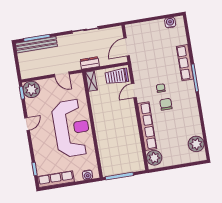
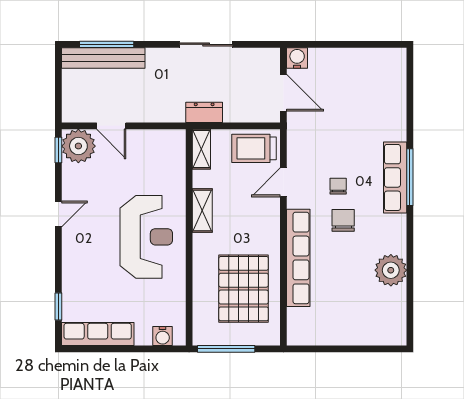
water cooler: (170, 23) -> (297, 58), moved
door: (127, 47) -> (283, 93), swing flipped
row of seats: (185, 63) -> (395, 177), moved
door: (62, 74) -> (111, 126), moved
shelving: (97, 111) -> (202, 211), added
reception desk: (72, 128) -> (146, 237), width x0.74, depth x0.77
plant: (196, 144) -> (391, 270), moved
pallet: (123, 145) -> (244, 289), added
plant: (154, 158) -> (302, 324), removed

